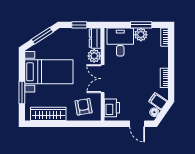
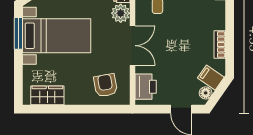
double door: (103, 79) -> (132, 46), swing flipped
window: (22, 92) -> (18, 33), moved
wardrobe: (48, 114) -> (47, 95), width x0.67

